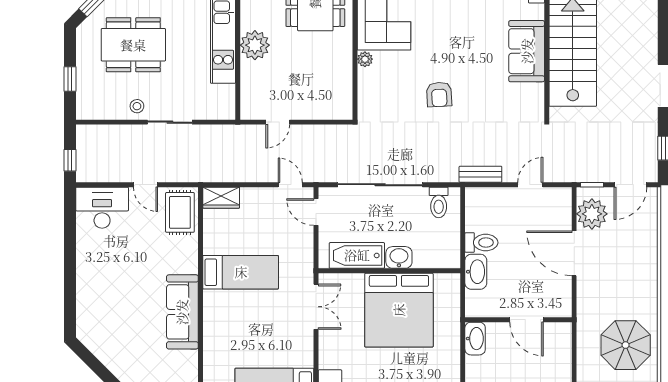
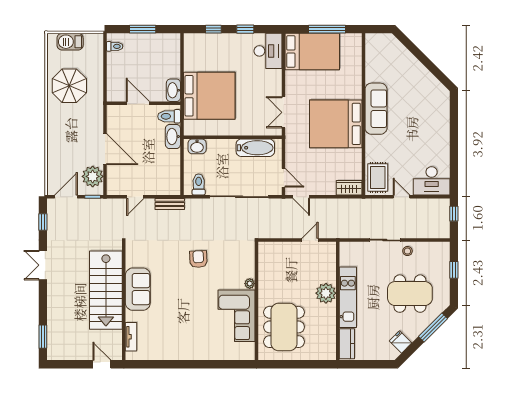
toilet: (481, 243) -> (169, 116), moved
washbasin: (399, 257) -> (197, 146), moved
bed: (241, 272) -> (336, 124), width x2.04
bed: (399, 310) -> (209, 96), moved, turned 90

